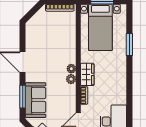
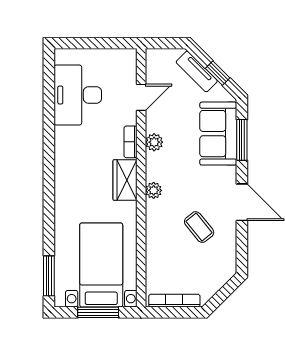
window: (129, 44) -> (49, 276), moved
coffee table: (46, 48) -> (199, 227), added
plant: (71, 79) -> (154, 142), moved

